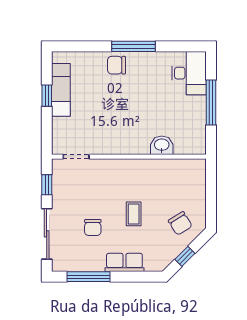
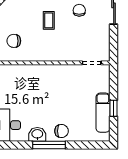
washbasin: (162, 145) -> (37, 134), moved, turned 180
window: (47, 185) -> (114, 42), removed
chair: (180, 223) -> (14, 41), moved, turned -58

